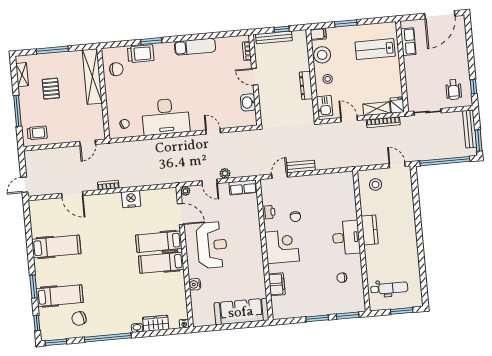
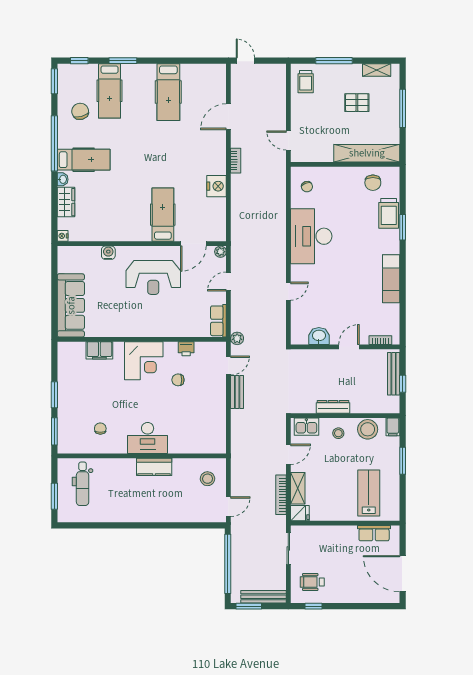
plant: (225, 173) -> (237, 338), moved
door: (280, 176) -> (228, 365), hinge flipped
hospital bed: (161, 263) -> (84, 160), moved, turned 90

